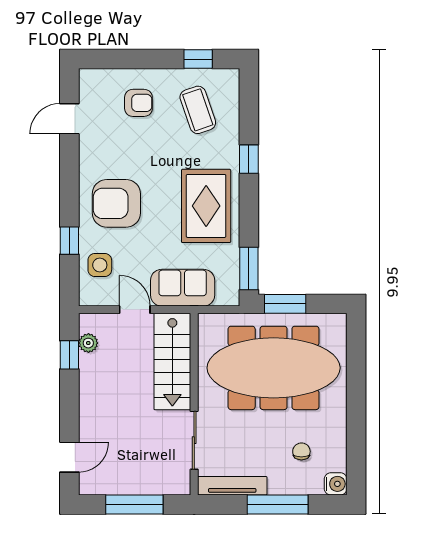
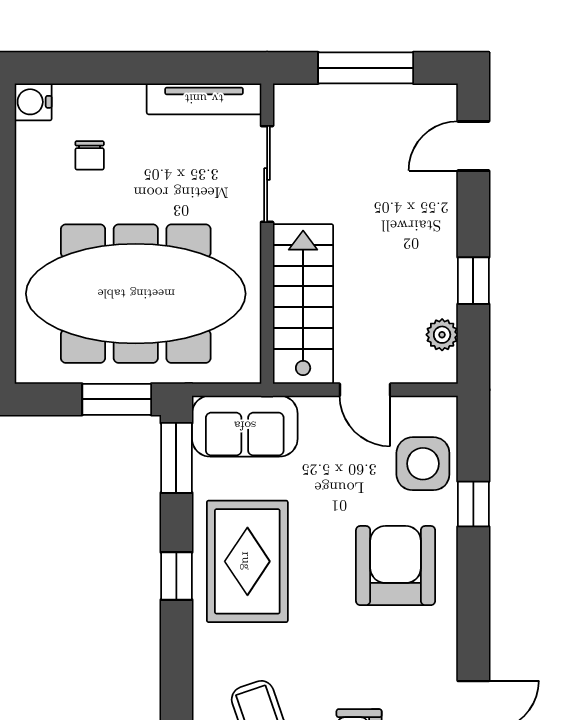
window: (249, 159) -> (176, 576), moved
armchair: (116, 203) -> (396, 566), turned -90
side table: (100, 265) -> (423, 464), width x1.37, depth x1.37
sofa: (183, 288) -> (245, 426), moved
window: (69, 355) -> (473, 281), moved
window: (278, 504) -> (129, 68), removed

